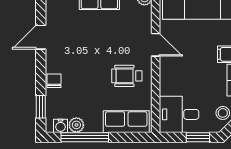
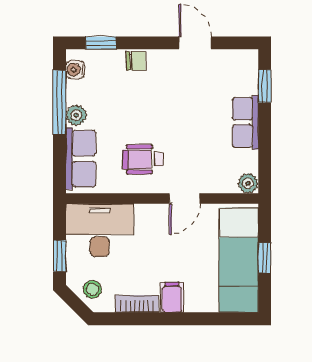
wheelchair: (127, 76) -> (143, 159), turned -90
desk: (179, 114) -> (100, 230), width x1.37
plant: (76, 125) -> (76, 115), moved

